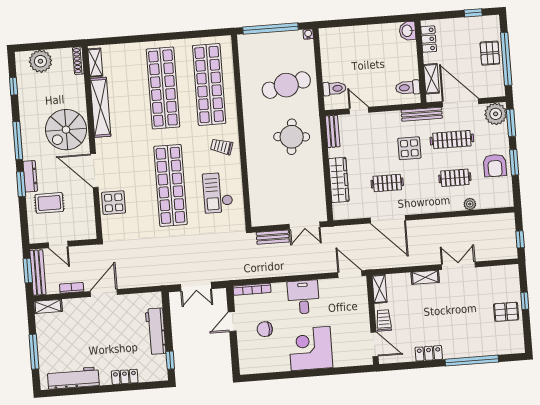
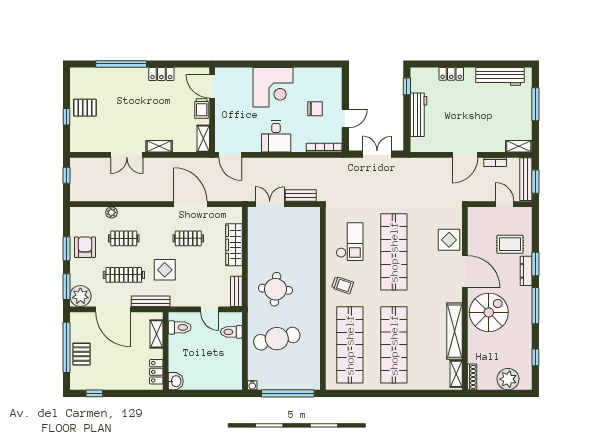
washbasin: (407, 31) -> (176, 381), moved
locker: (429, 39) -> (156, 372), moved
wall: (421, 62) -> (166, 351), moved
shelving: (431, 79) -> (156, 334), moved
toilet: (408, 88) -> (180, 327), moved

